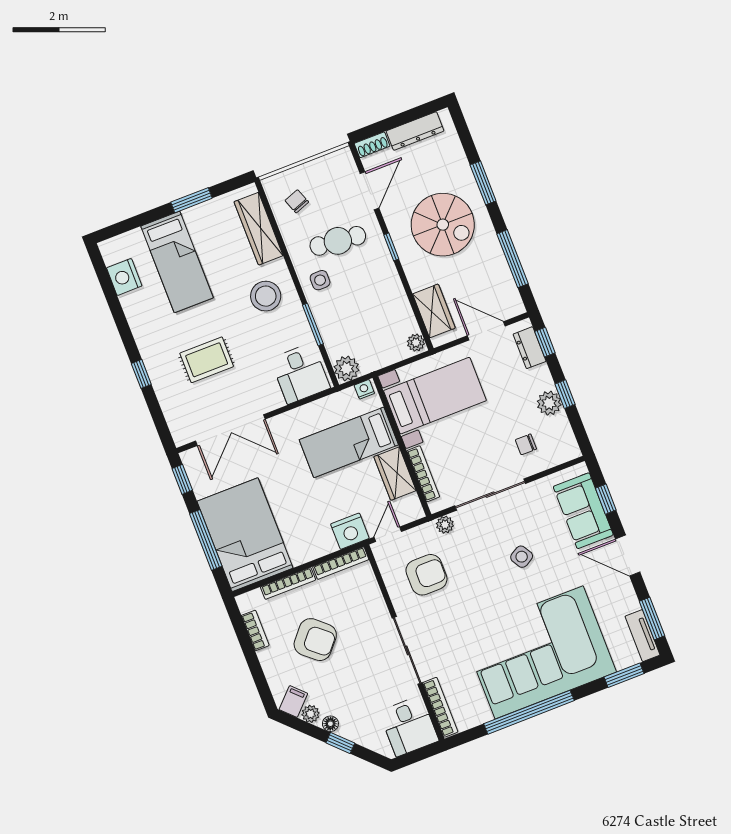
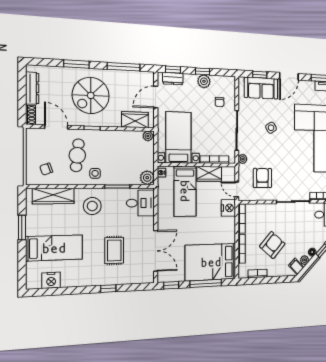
spiral stairs: (443, 225) -> (91, 95), turned 180

